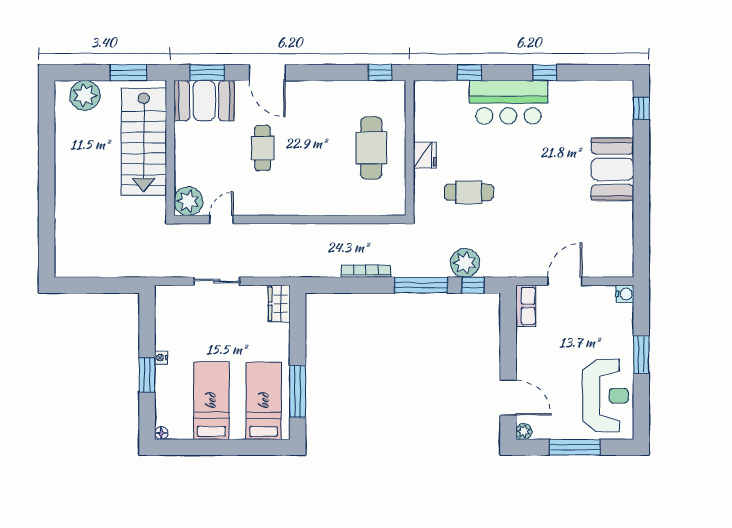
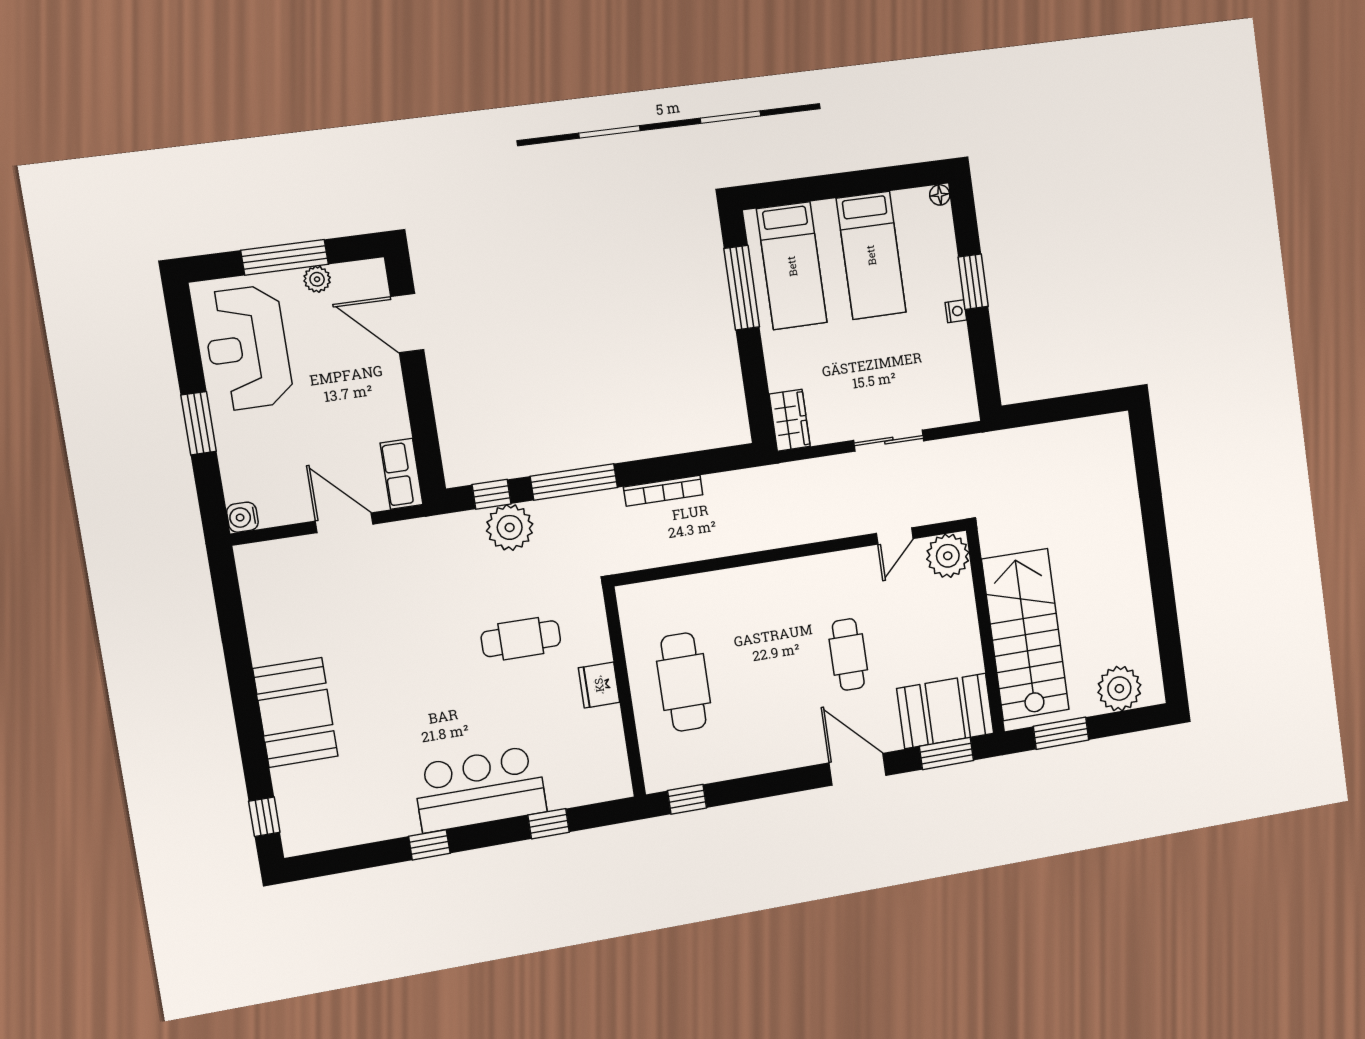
door: (565, 281) -> (344, 523), swing flipped
plant: (524, 431) -> (317, 279), moved

